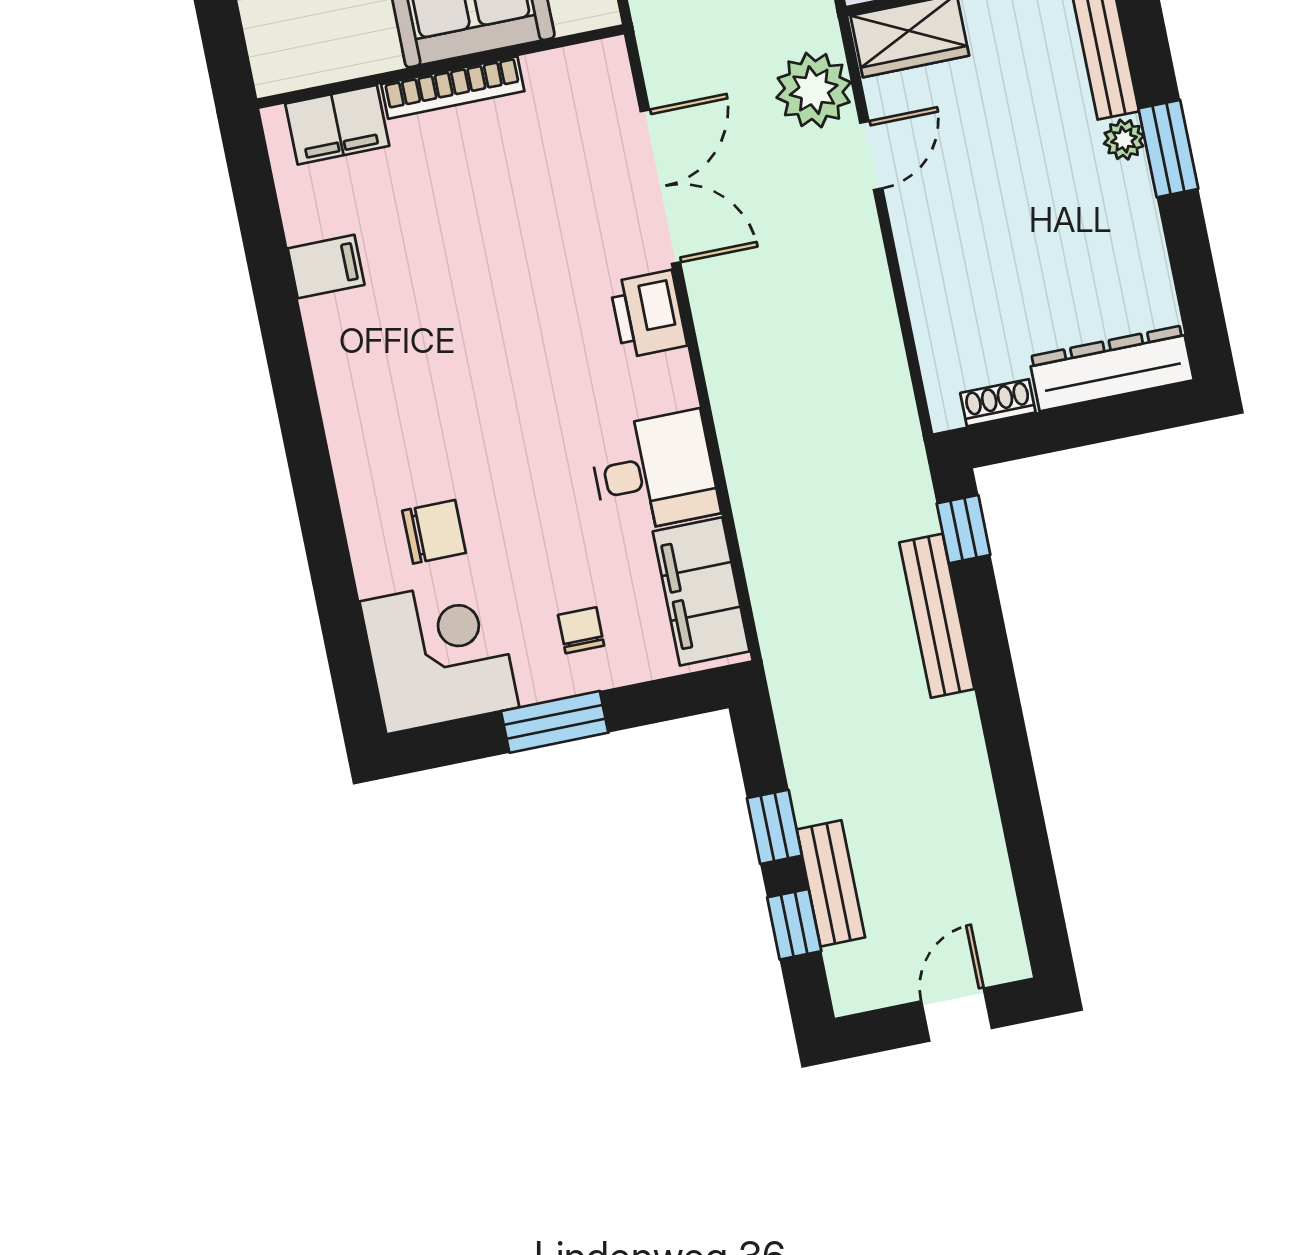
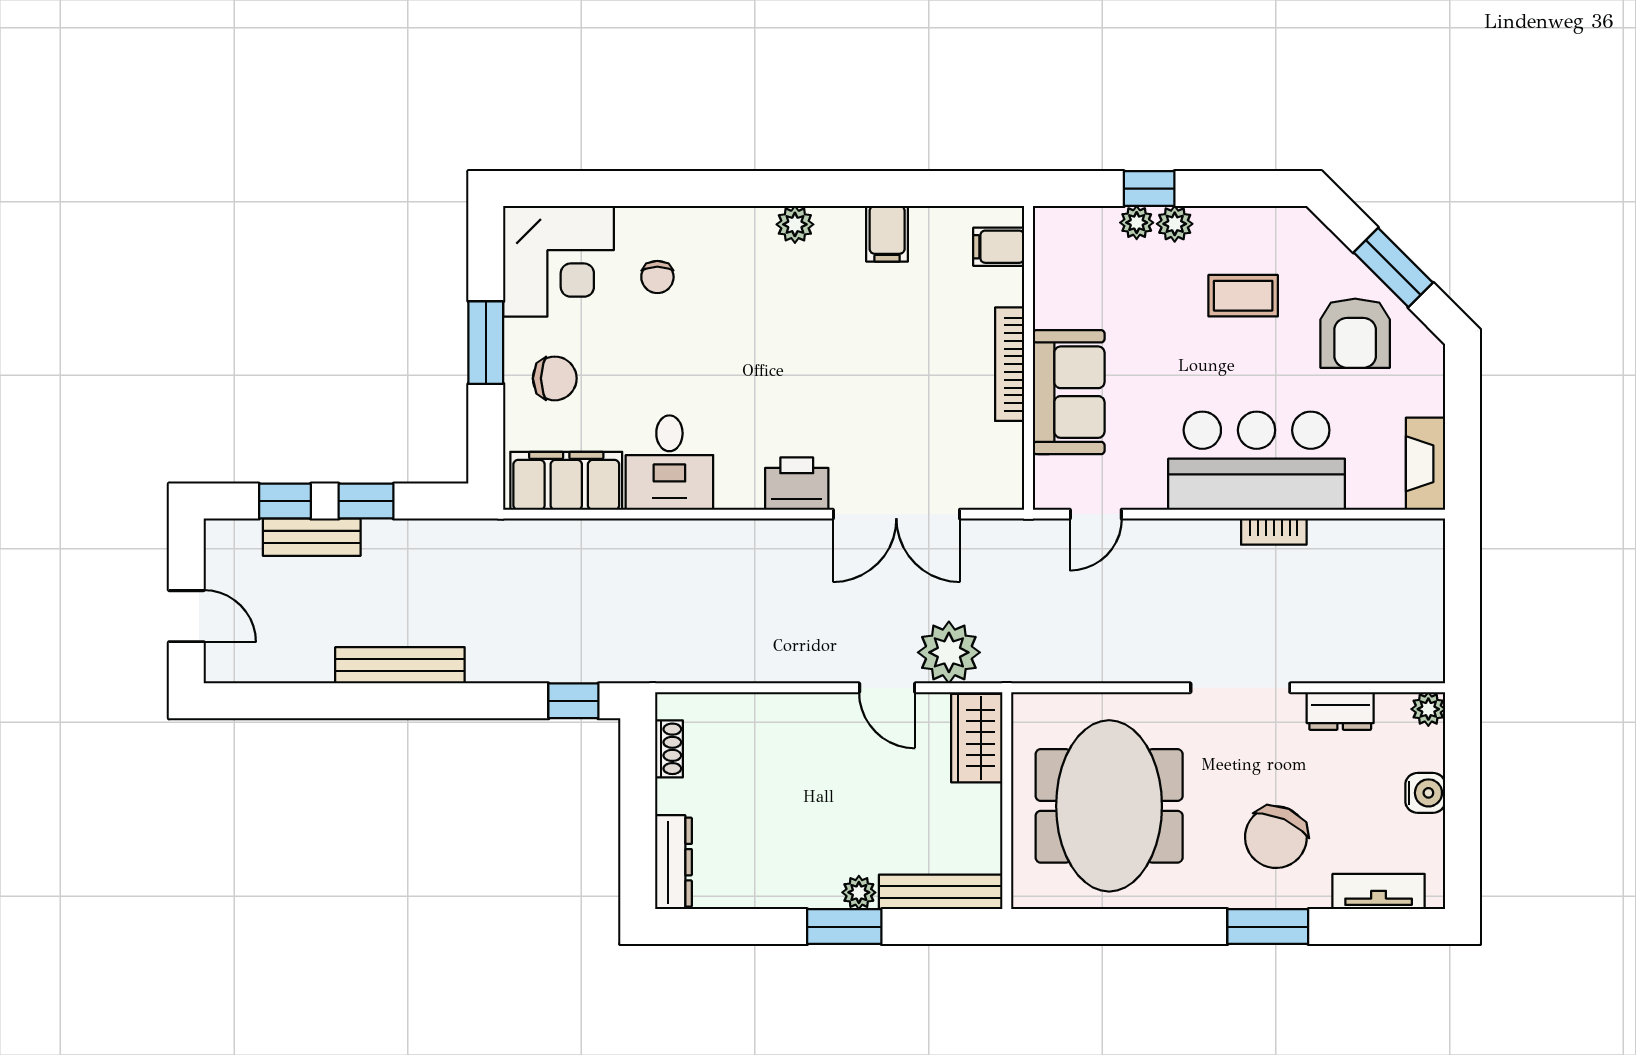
filing cabinet: (337, 125) -> (999, 247), width x0.50
dresser: (1111, 368) -> (673, 862), width x0.73, depth x0.80
plant: (337, 380) -> (795, 224), added
chair: (434, 532) -> (657, 277), width x0.73, depth x0.73
bench: (937, 616) -> (400, 665), moved
chair: (581, 630) -> (555, 378), width x1.37, depth x1.37

